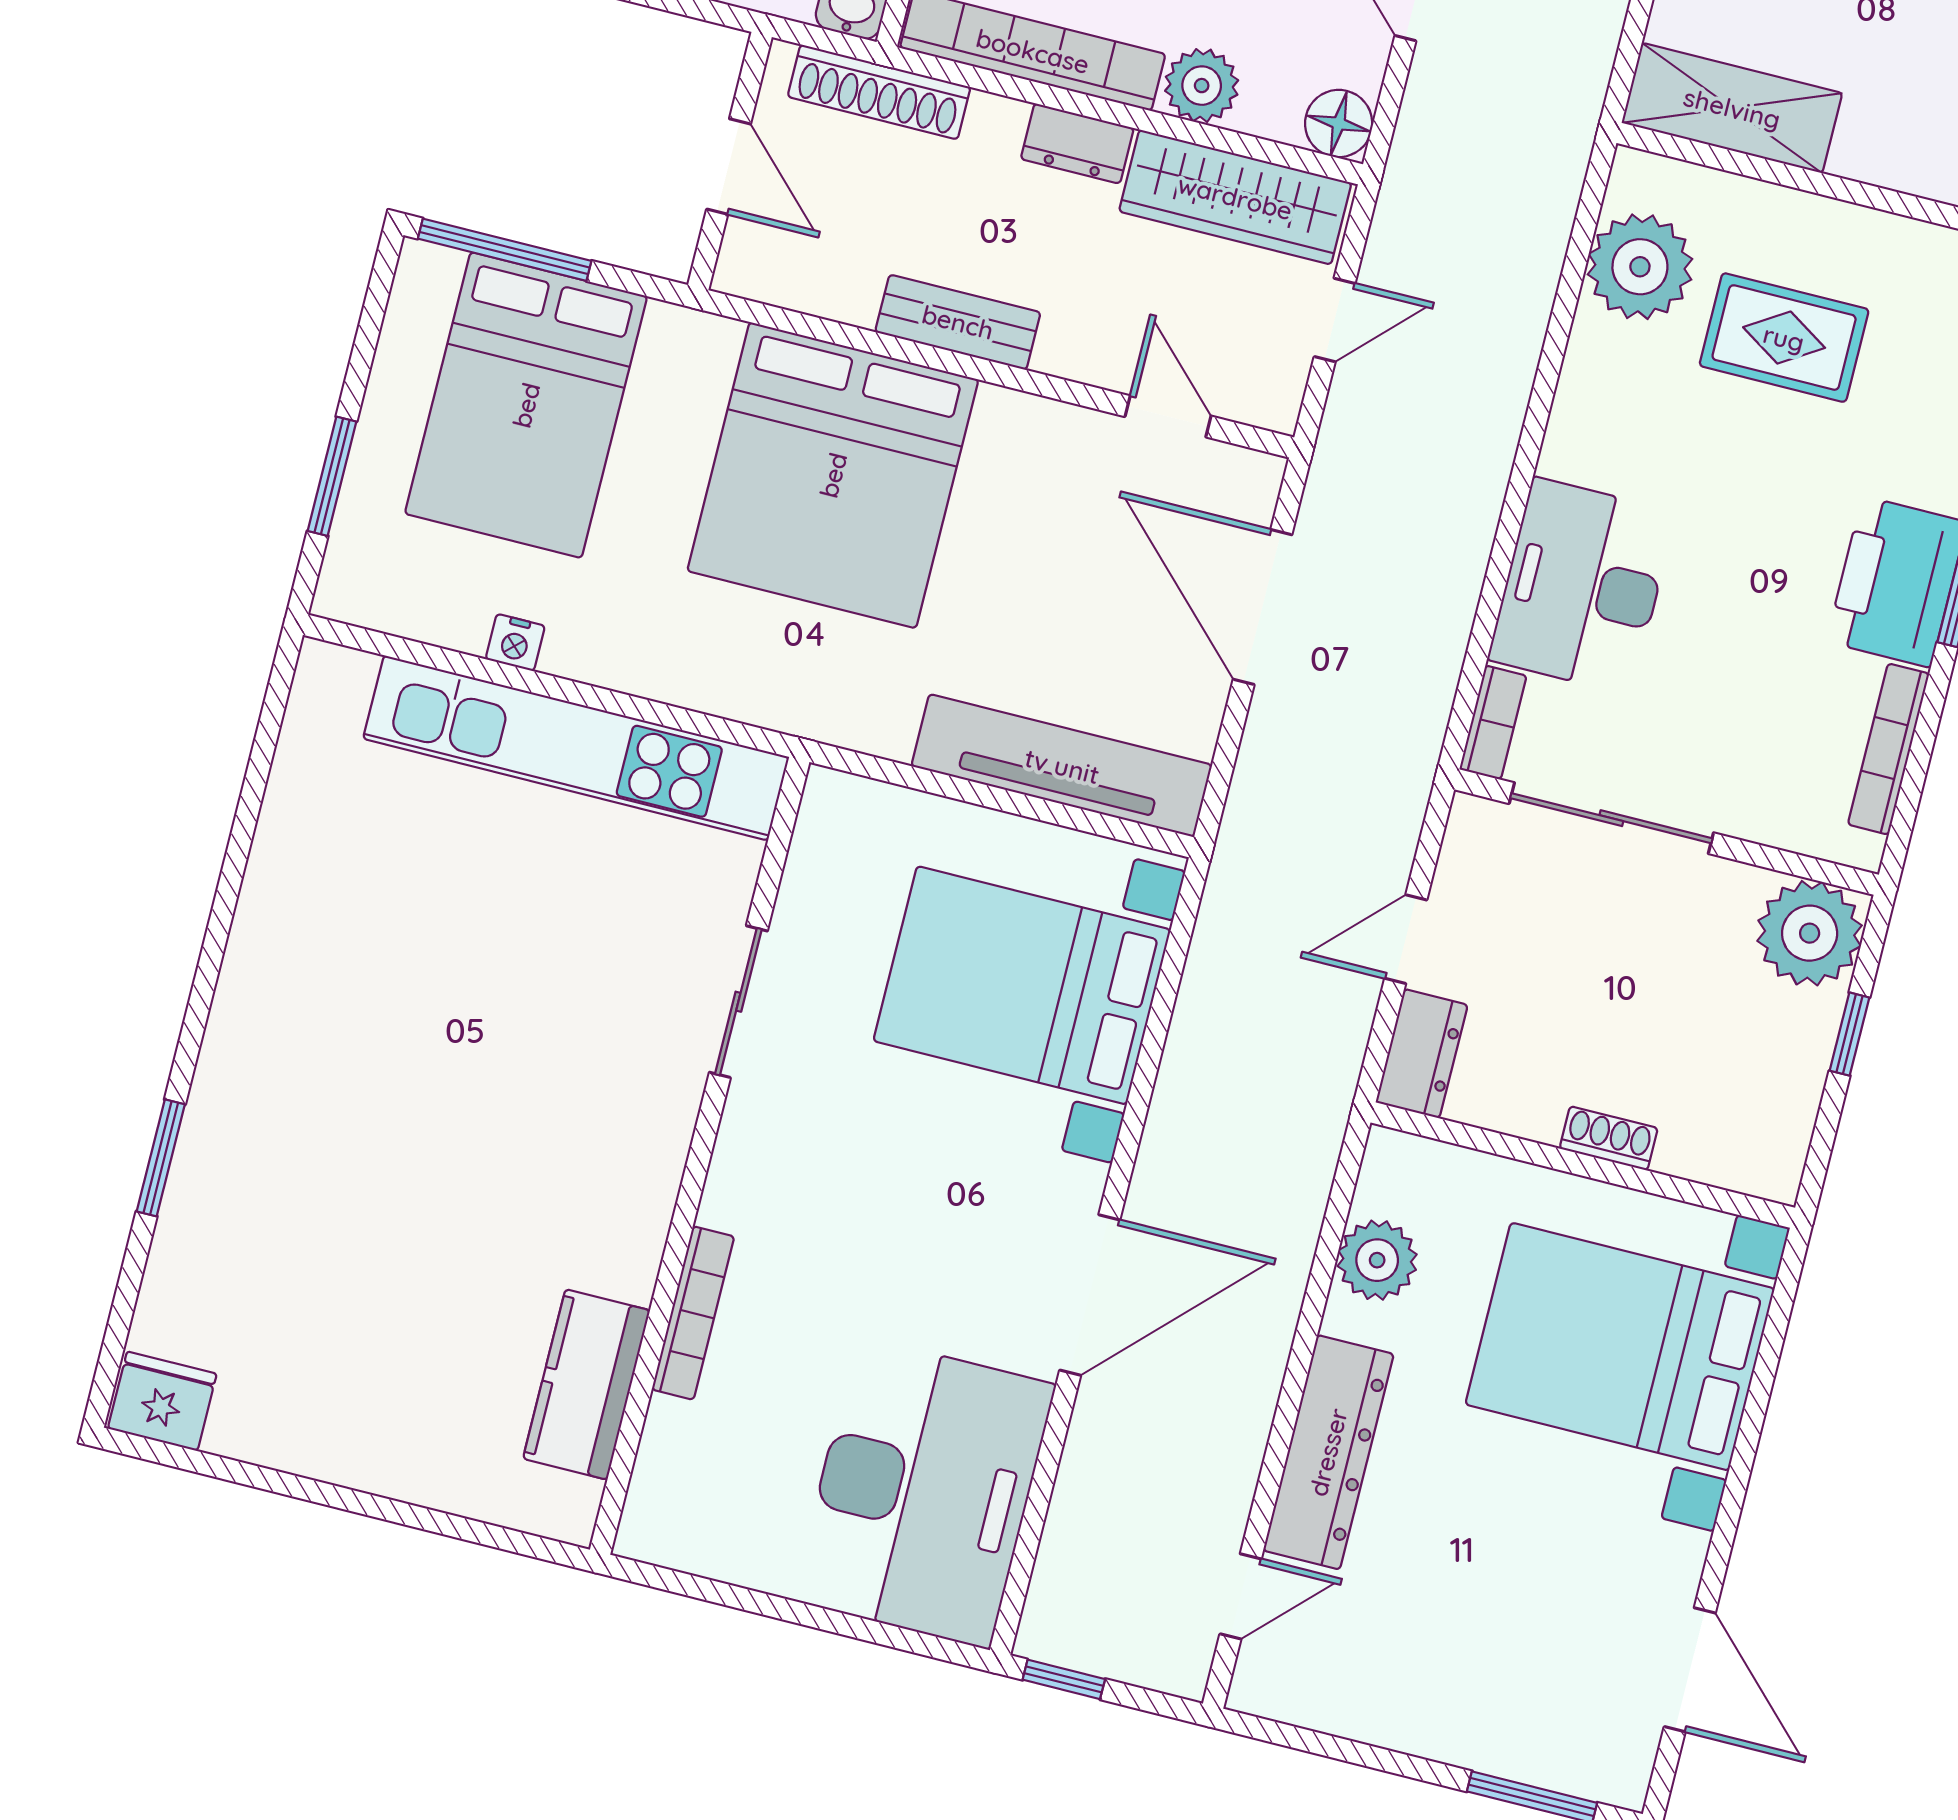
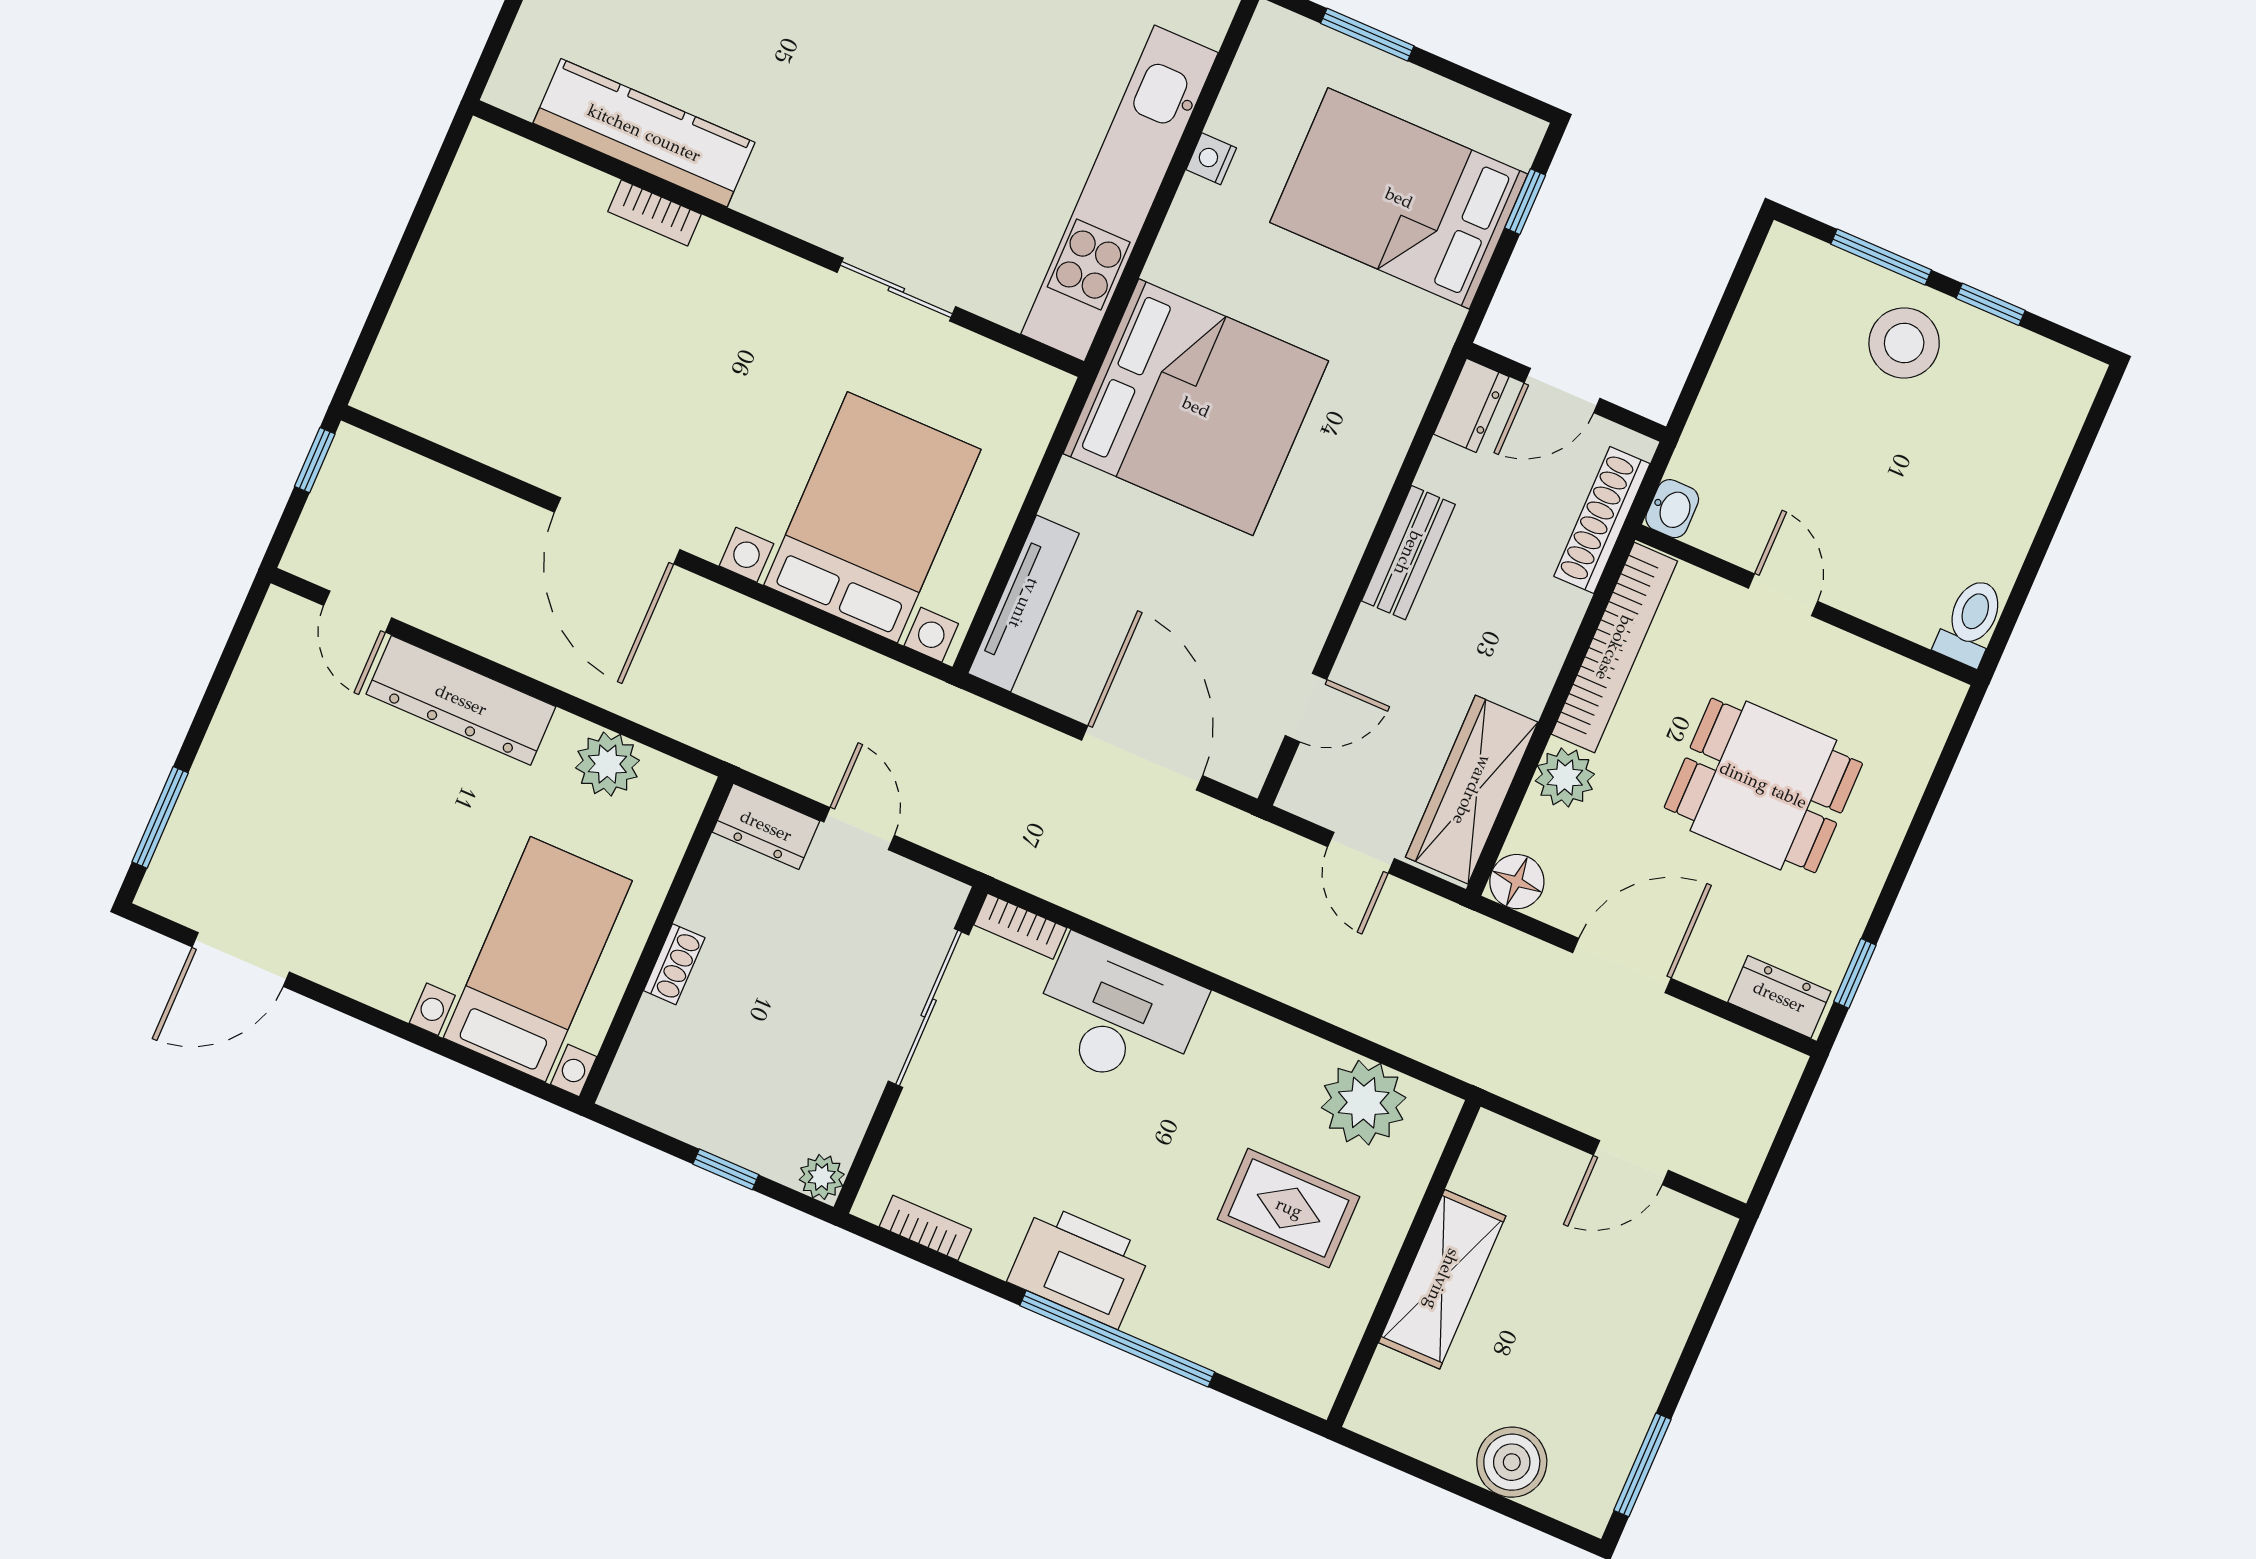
shelving: (1732, 108) -> (1442, 1279), moved
dresser: (1077, 144) -> (1471, 405), moved, turned 180
window: (505, 250) -> (1525, 202), width x0.46
rug: (1784, 338) -> (1289, 1208), turned 90
bed: (833, 475) -> (1196, 407), moved, turned 180
door: (1263, 607) -> (1142, 758), hinge flipped
bookcase: (1888, 749) -> (925, 1228), width x0.64
tv unit: (1062, 766) -> (1024, 603), width x0.73, depth x0.78
plant: (1810, 933) -> (822, 1177), width x0.53, depth x0.53
bookcase: (693, 1313) -> (655, 213), width x0.64
bed with nightstands: (1620, 1347) -> (538, 959), width x0.73
kitchen counter: (586, 1384) -> (644, 133), width x1.50
desk: (924, 1492) -> (482, 373), removed

